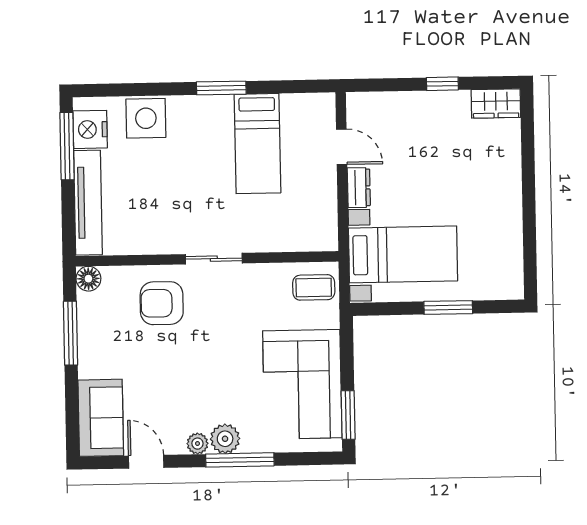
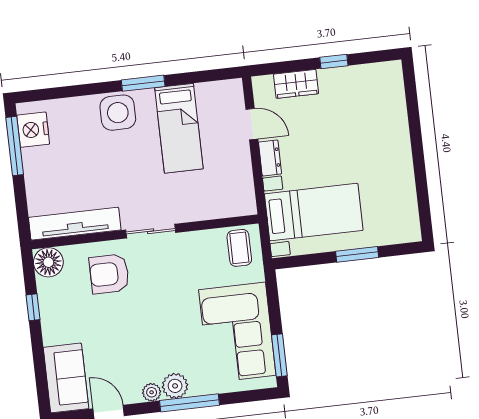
wardrobe: (496, 103) -> (296, 84), moved
side table: (146, 118) -> (118, 113), moved
tv unit: (88, 203) -> (75, 224), moved, turned -90
floor lamp: (88, 279) -> (48, 262), width x1.38, depth x1.38
coffee table: (314, 287) -> (239, 248), turned 90
window: (71, 333) -> (33, 307), width x0.46

